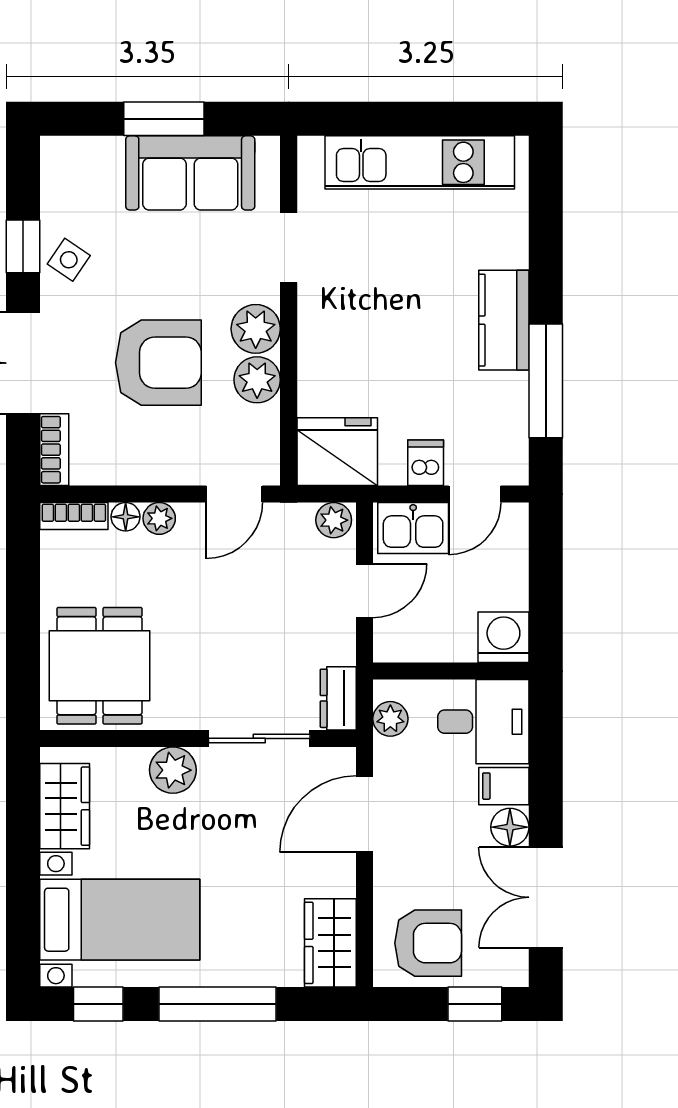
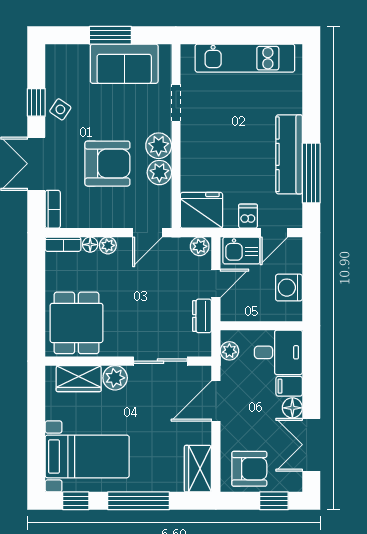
kitchen counter: (504, 320) -> (289, 154), width x1.50
washing machine: (503, 637) -> (289, 288), moved, turned -90
dresser: (338, 698) -> (202, 316), moved
wardrobe: (65, 806) -> (79, 379), moved, turned 90

